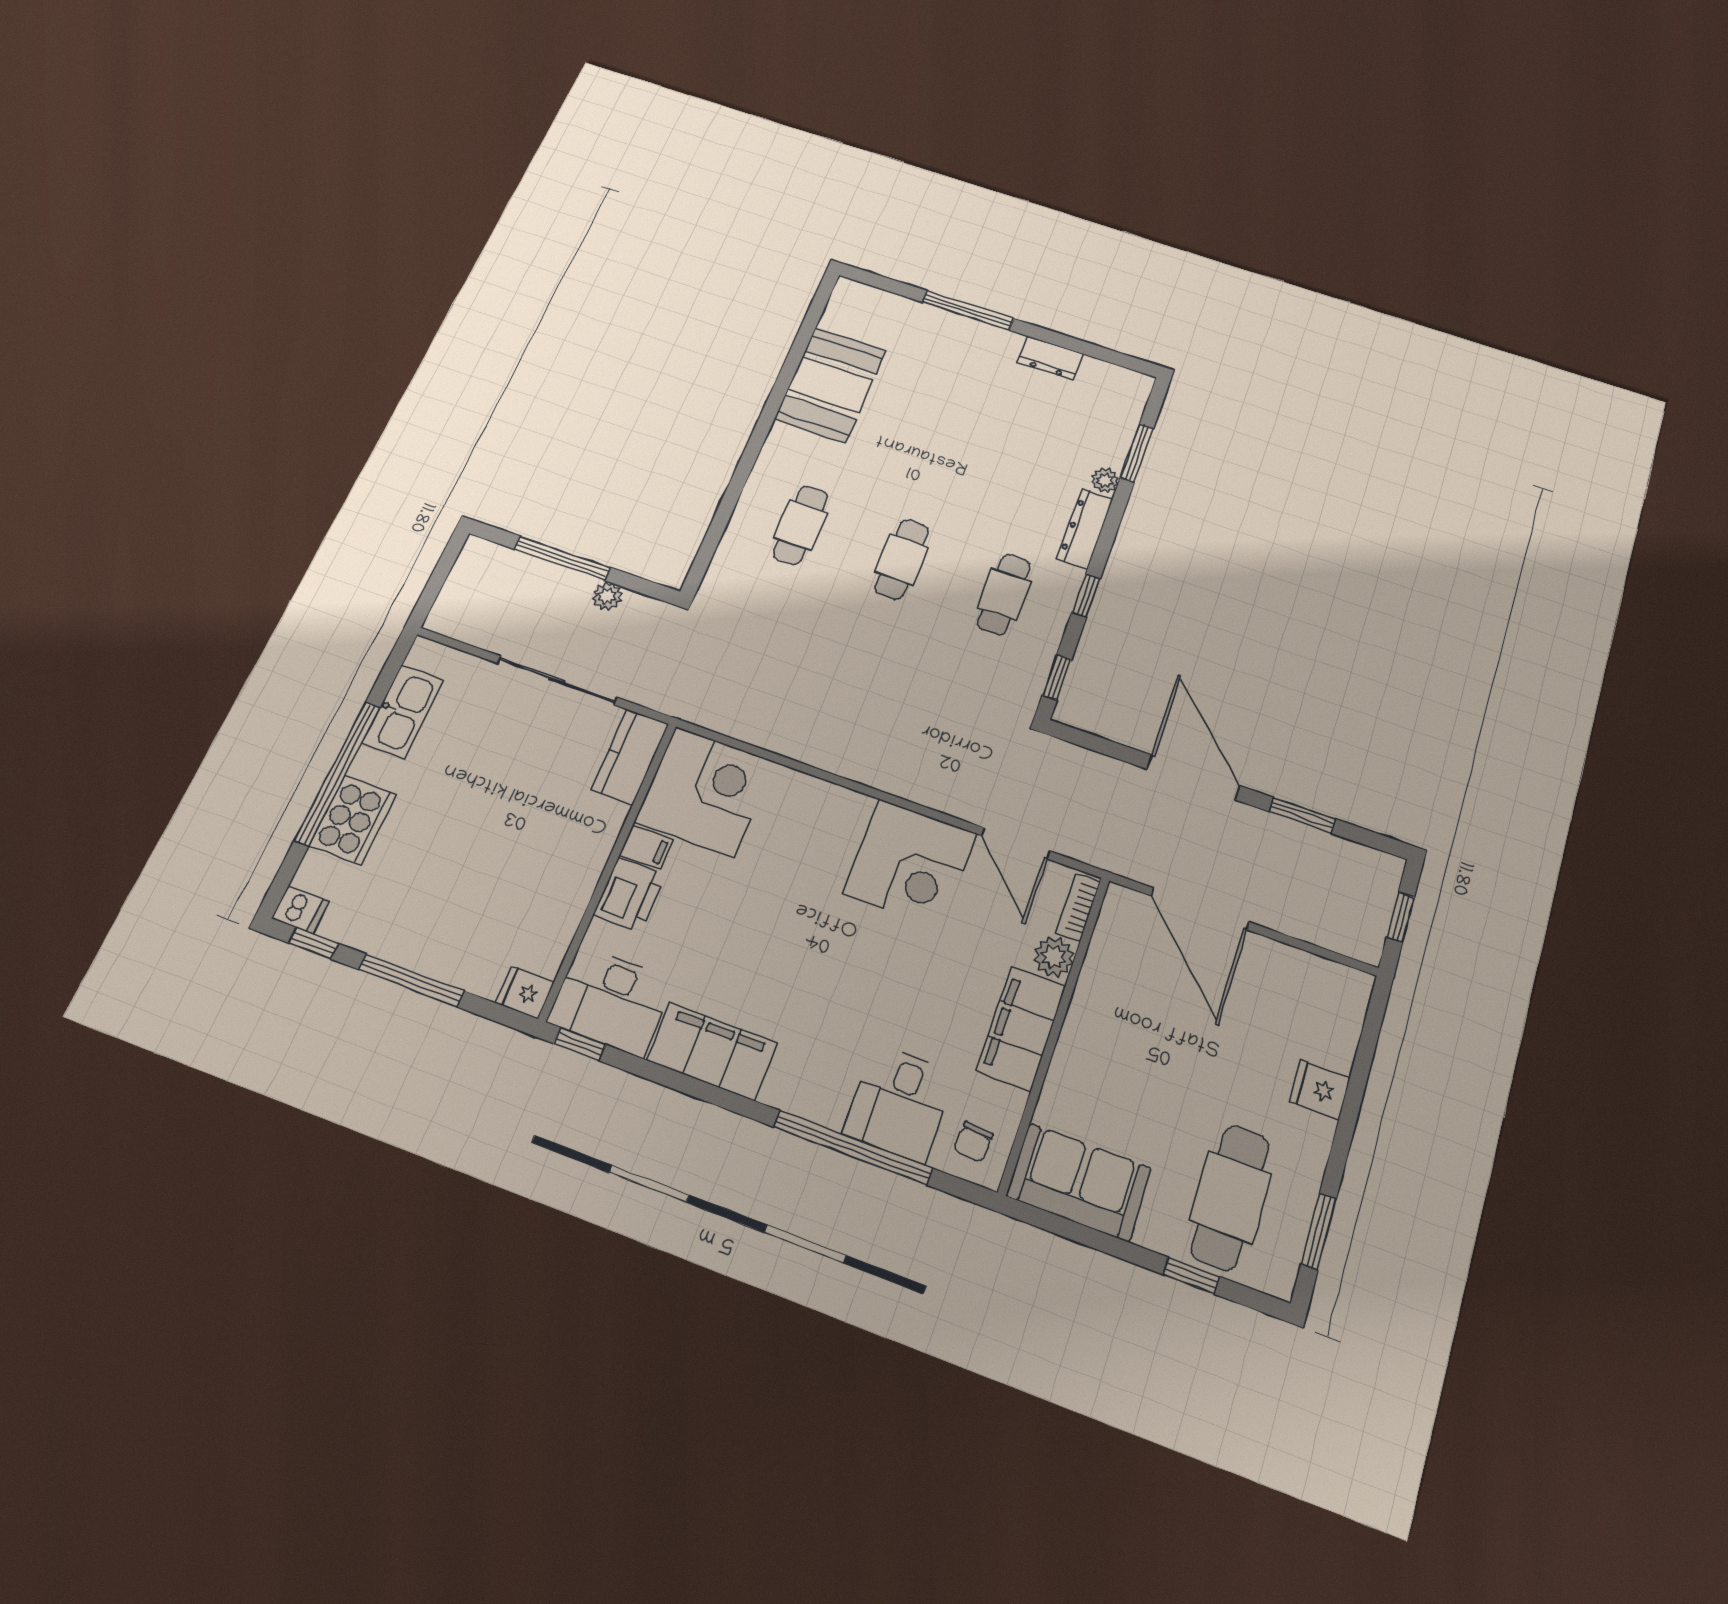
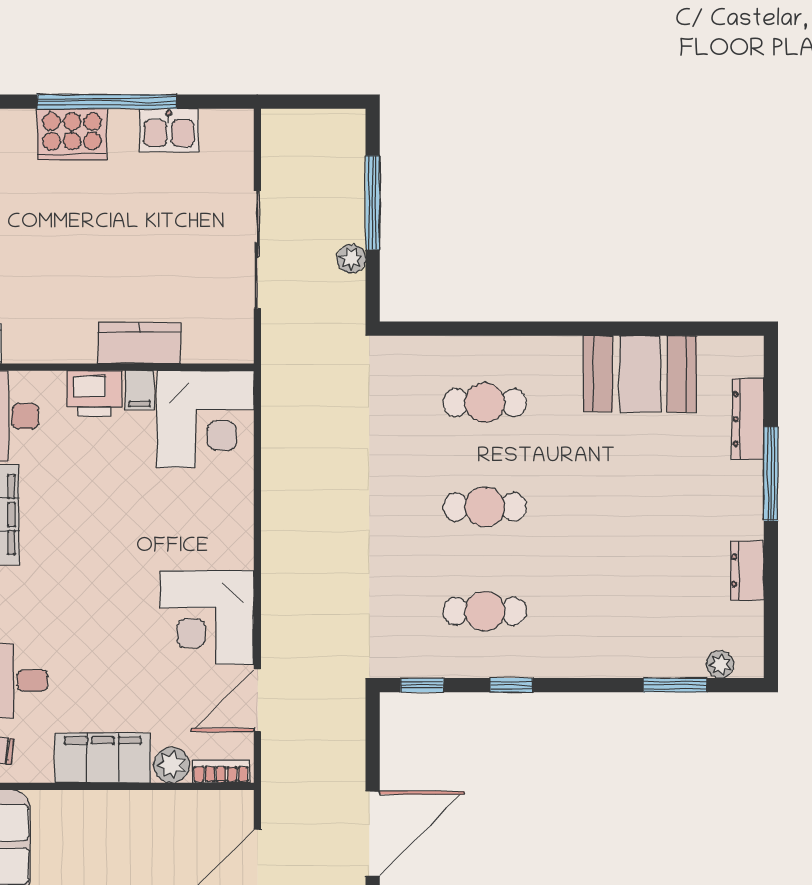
plant: (1105, 480) -> (720, 664), moved
dresser: (1085, 529) -> (748, 419), moved, turned -90
kitchen sink: (403, 712) -> (169, 130), width x0.73
kitchen counter: (630, 757) -> (139, 343), moved

